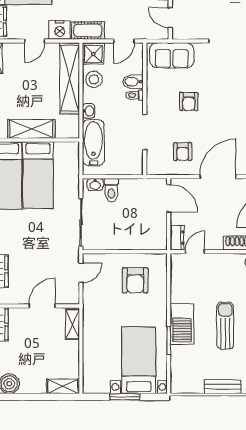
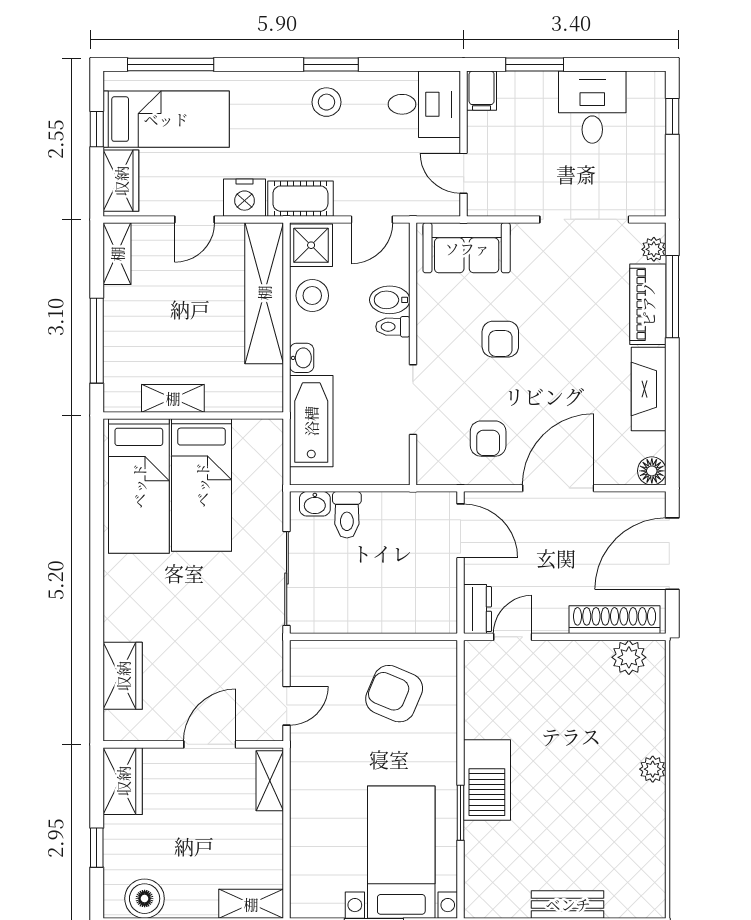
shelving: (31, 129) -> (173, 398), width x0.67, depth x0.75
door: (81, 273) -> (287, 706), moved
armchair: (135, 280) -> (394, 694), turned 113
sun lounger: (225, 326) -> (572, 783), removed

